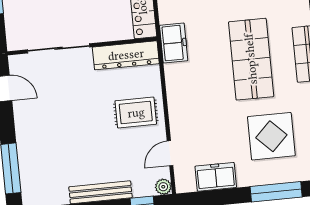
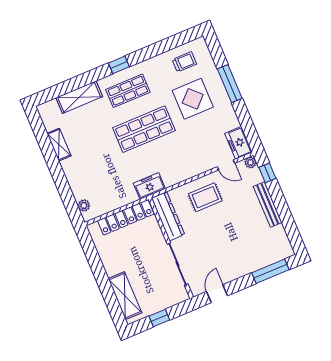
rug: (136, 113) -> (205, 197), turned 90
freezer: (216, 177) -> (239, 143), moved

